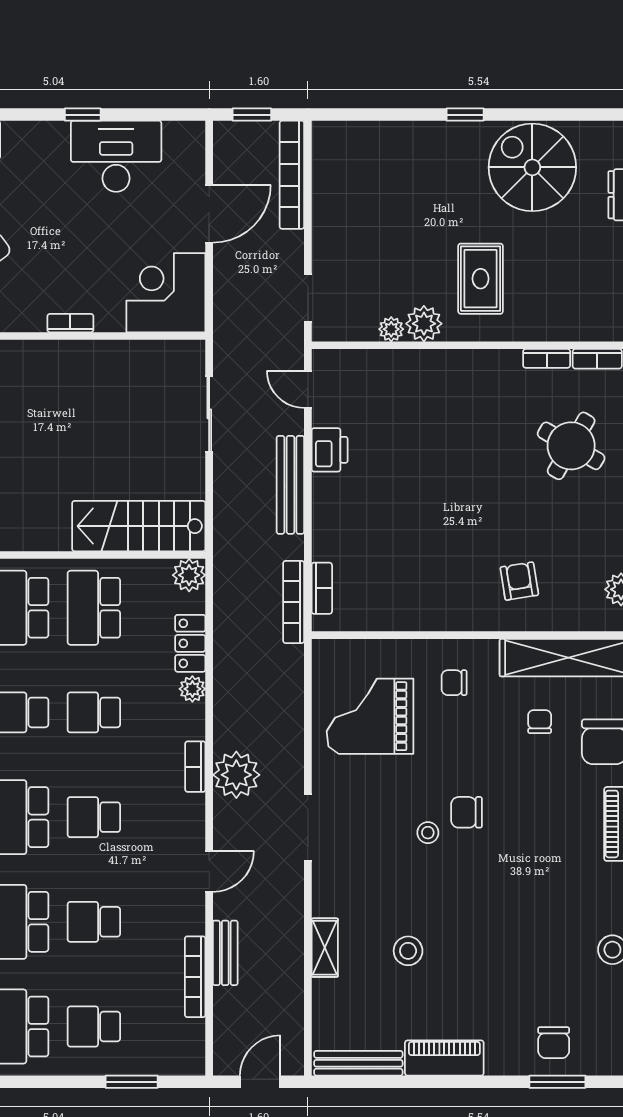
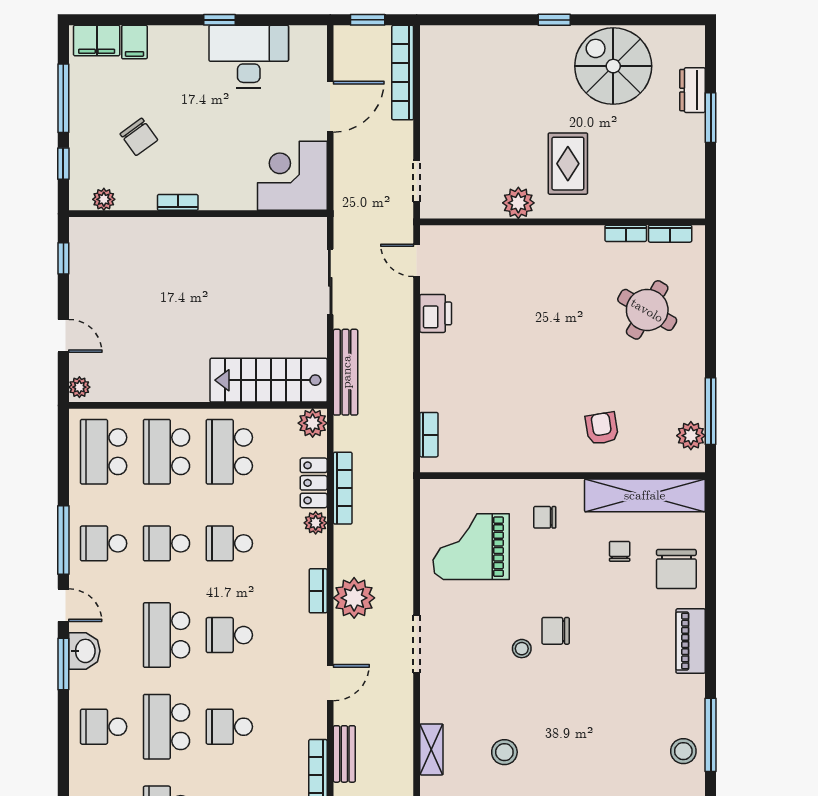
bookcase: (70, 323) -> (178, 202), moved
plant: (391, 329) -> (490, 208), removed
bench: (290, 485) -> (346, 372), moved
bookcase: (294, 602) -> (343, 488), moved, turned 180

